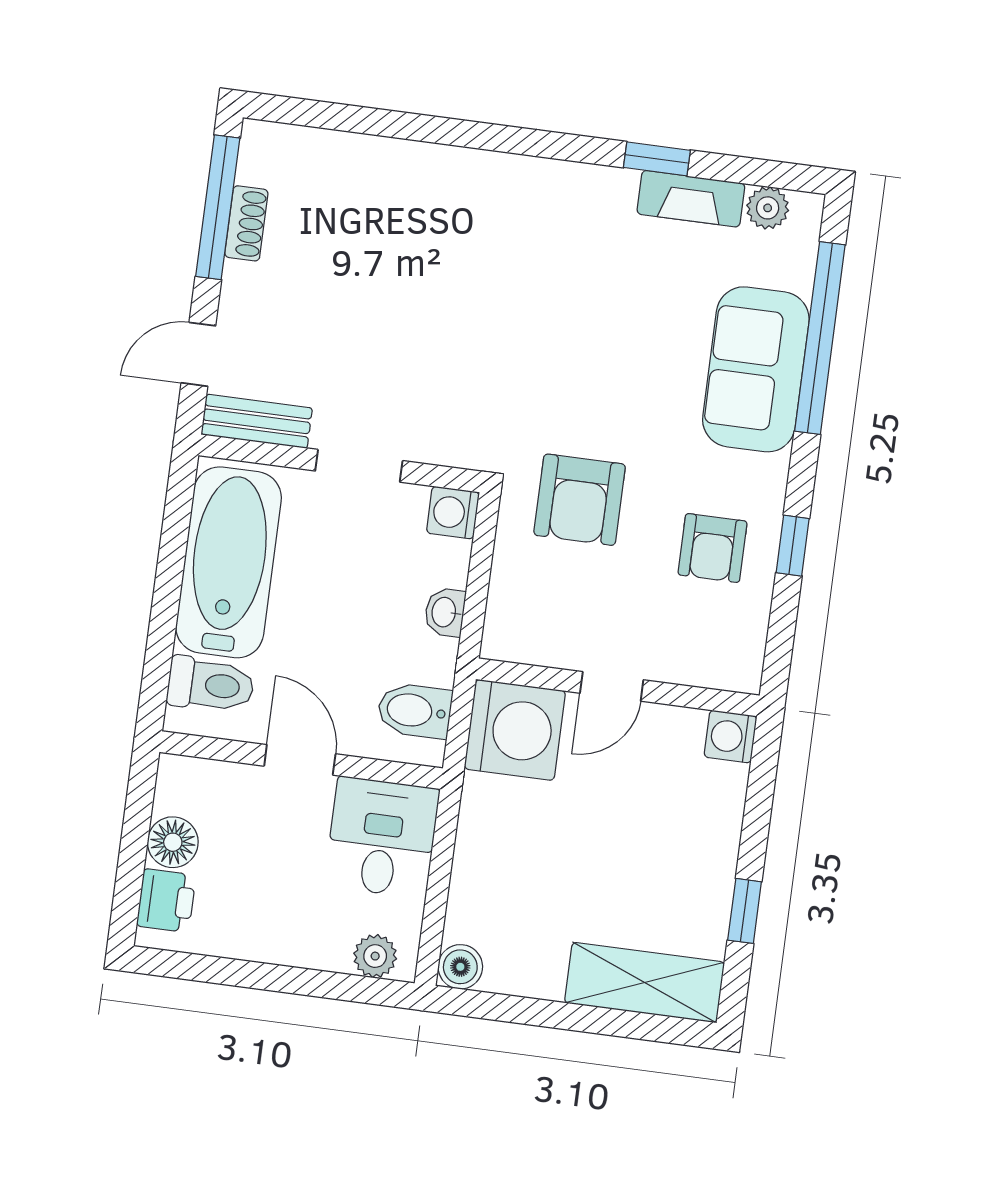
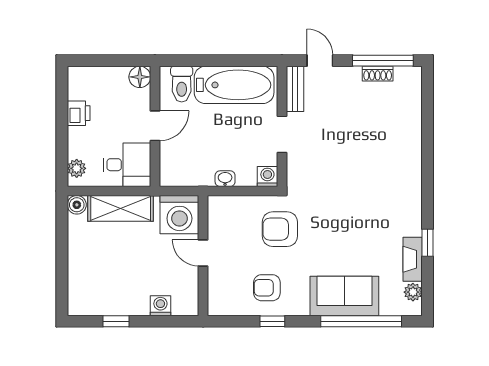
bidet: (415, 711) -> (182, 171), removed
washing machine: (730, 737) -> (160, 306), moved
floor lamp: (173, 842) -> (140, 77), moved
printer: (166, 901) -> (79, 113), moved, turned -90
shelving: (645, 982) -> (121, 208), moved, turned 90

